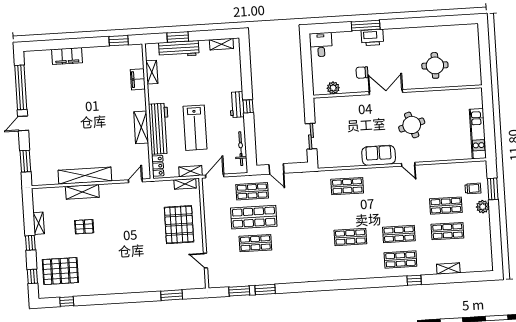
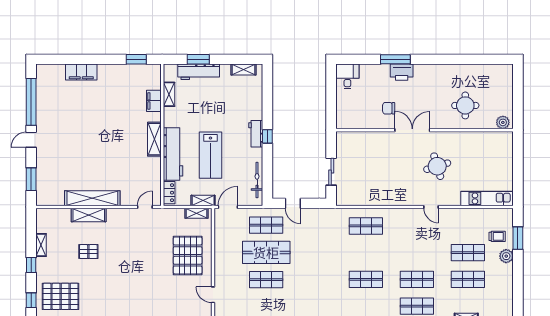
plant: (333, 88) -> (503, 122), moved
shelving: (141, 127) -> (154, 139), moved
kitchen unit: (478, 134) -> (487, 198), moved, turned 90
sofa: (379, 155) -> (401, 196), removed

